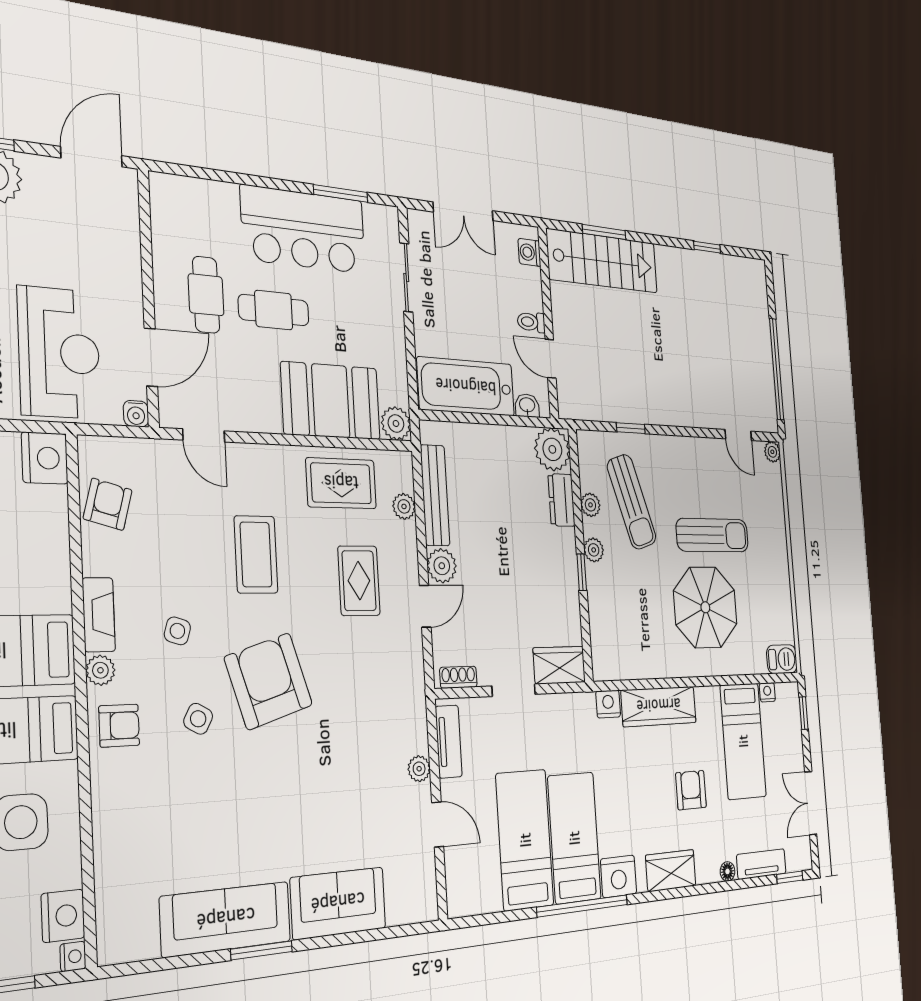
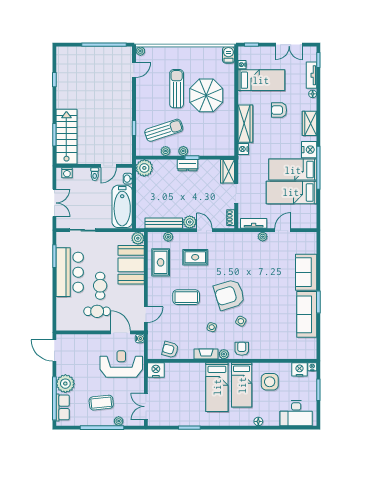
dresser: (561, 500) -> (187, 165), moved

